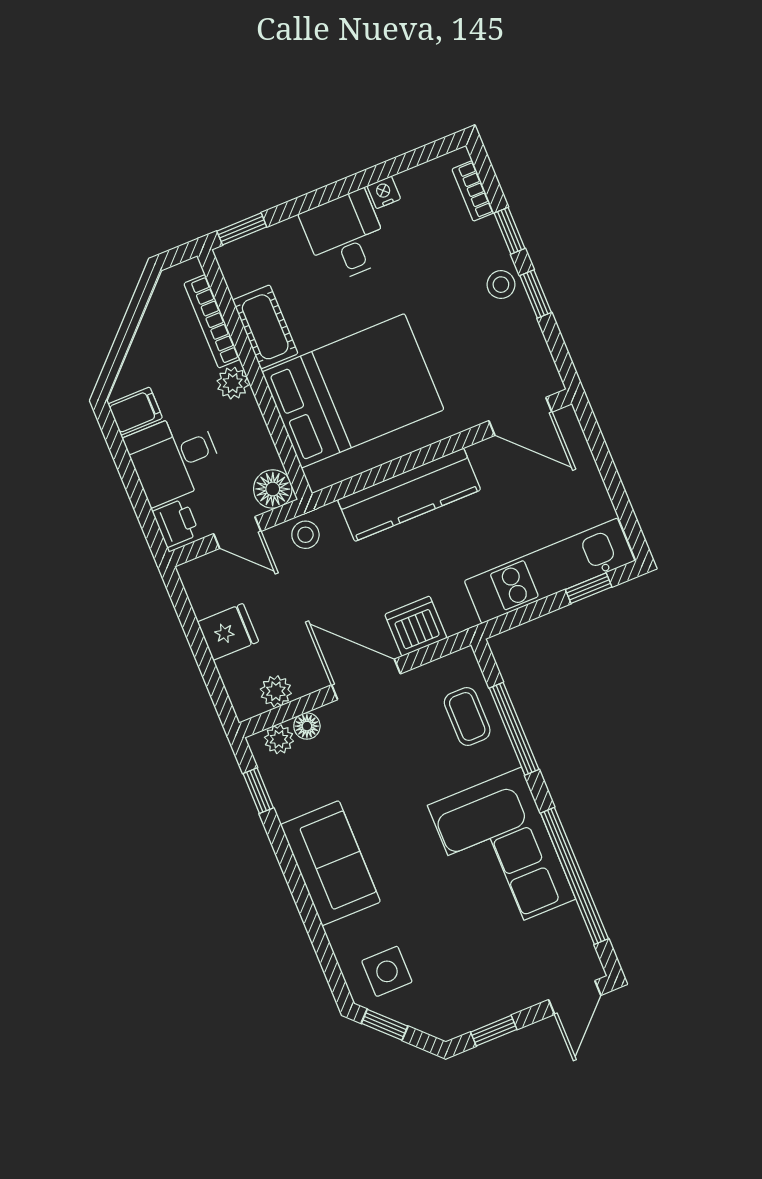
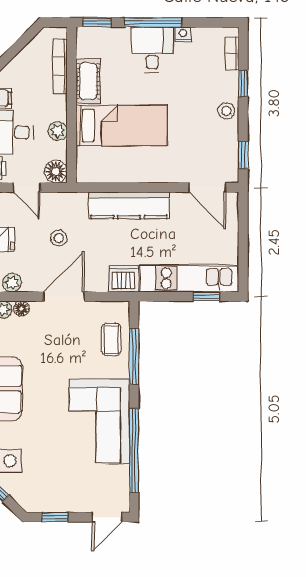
window: (329, 193) -> (153, 22), added
window: (536, 294) -> (243, 155), moved
plant: (233, 383) -> (58, 131), moved
bed: (353, 391) -> (122, 126), width x0.67
stool: (305, 535) -> (59, 238), moved
dishwasher: (416, 626) -> (124, 279), moved
door: (366, 679) -> (64, 296), hinge flipped

